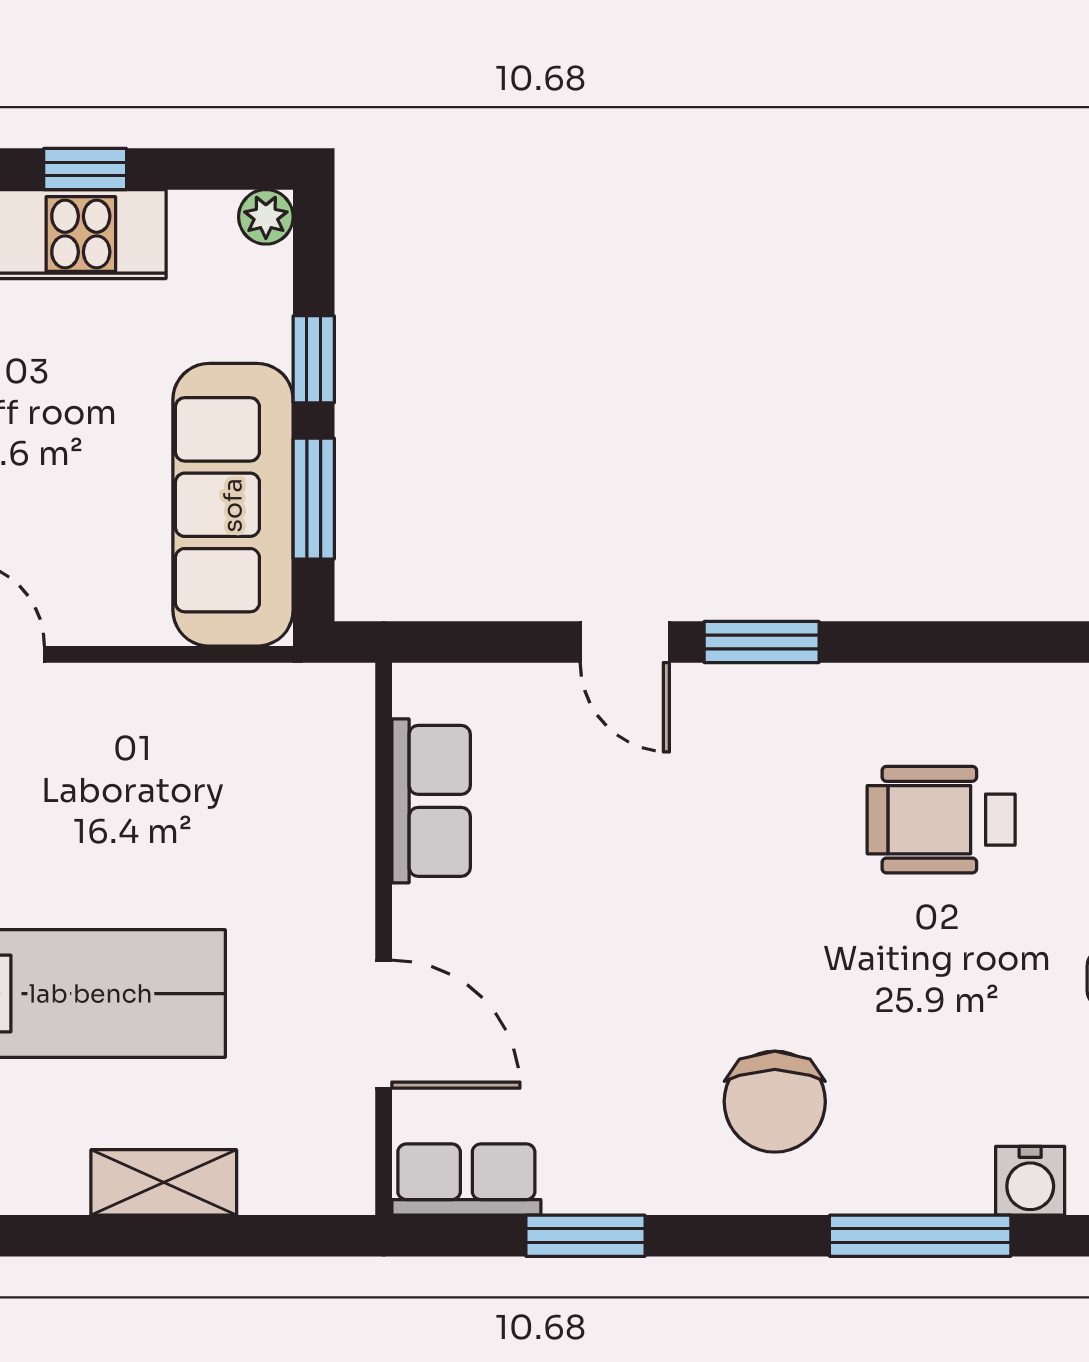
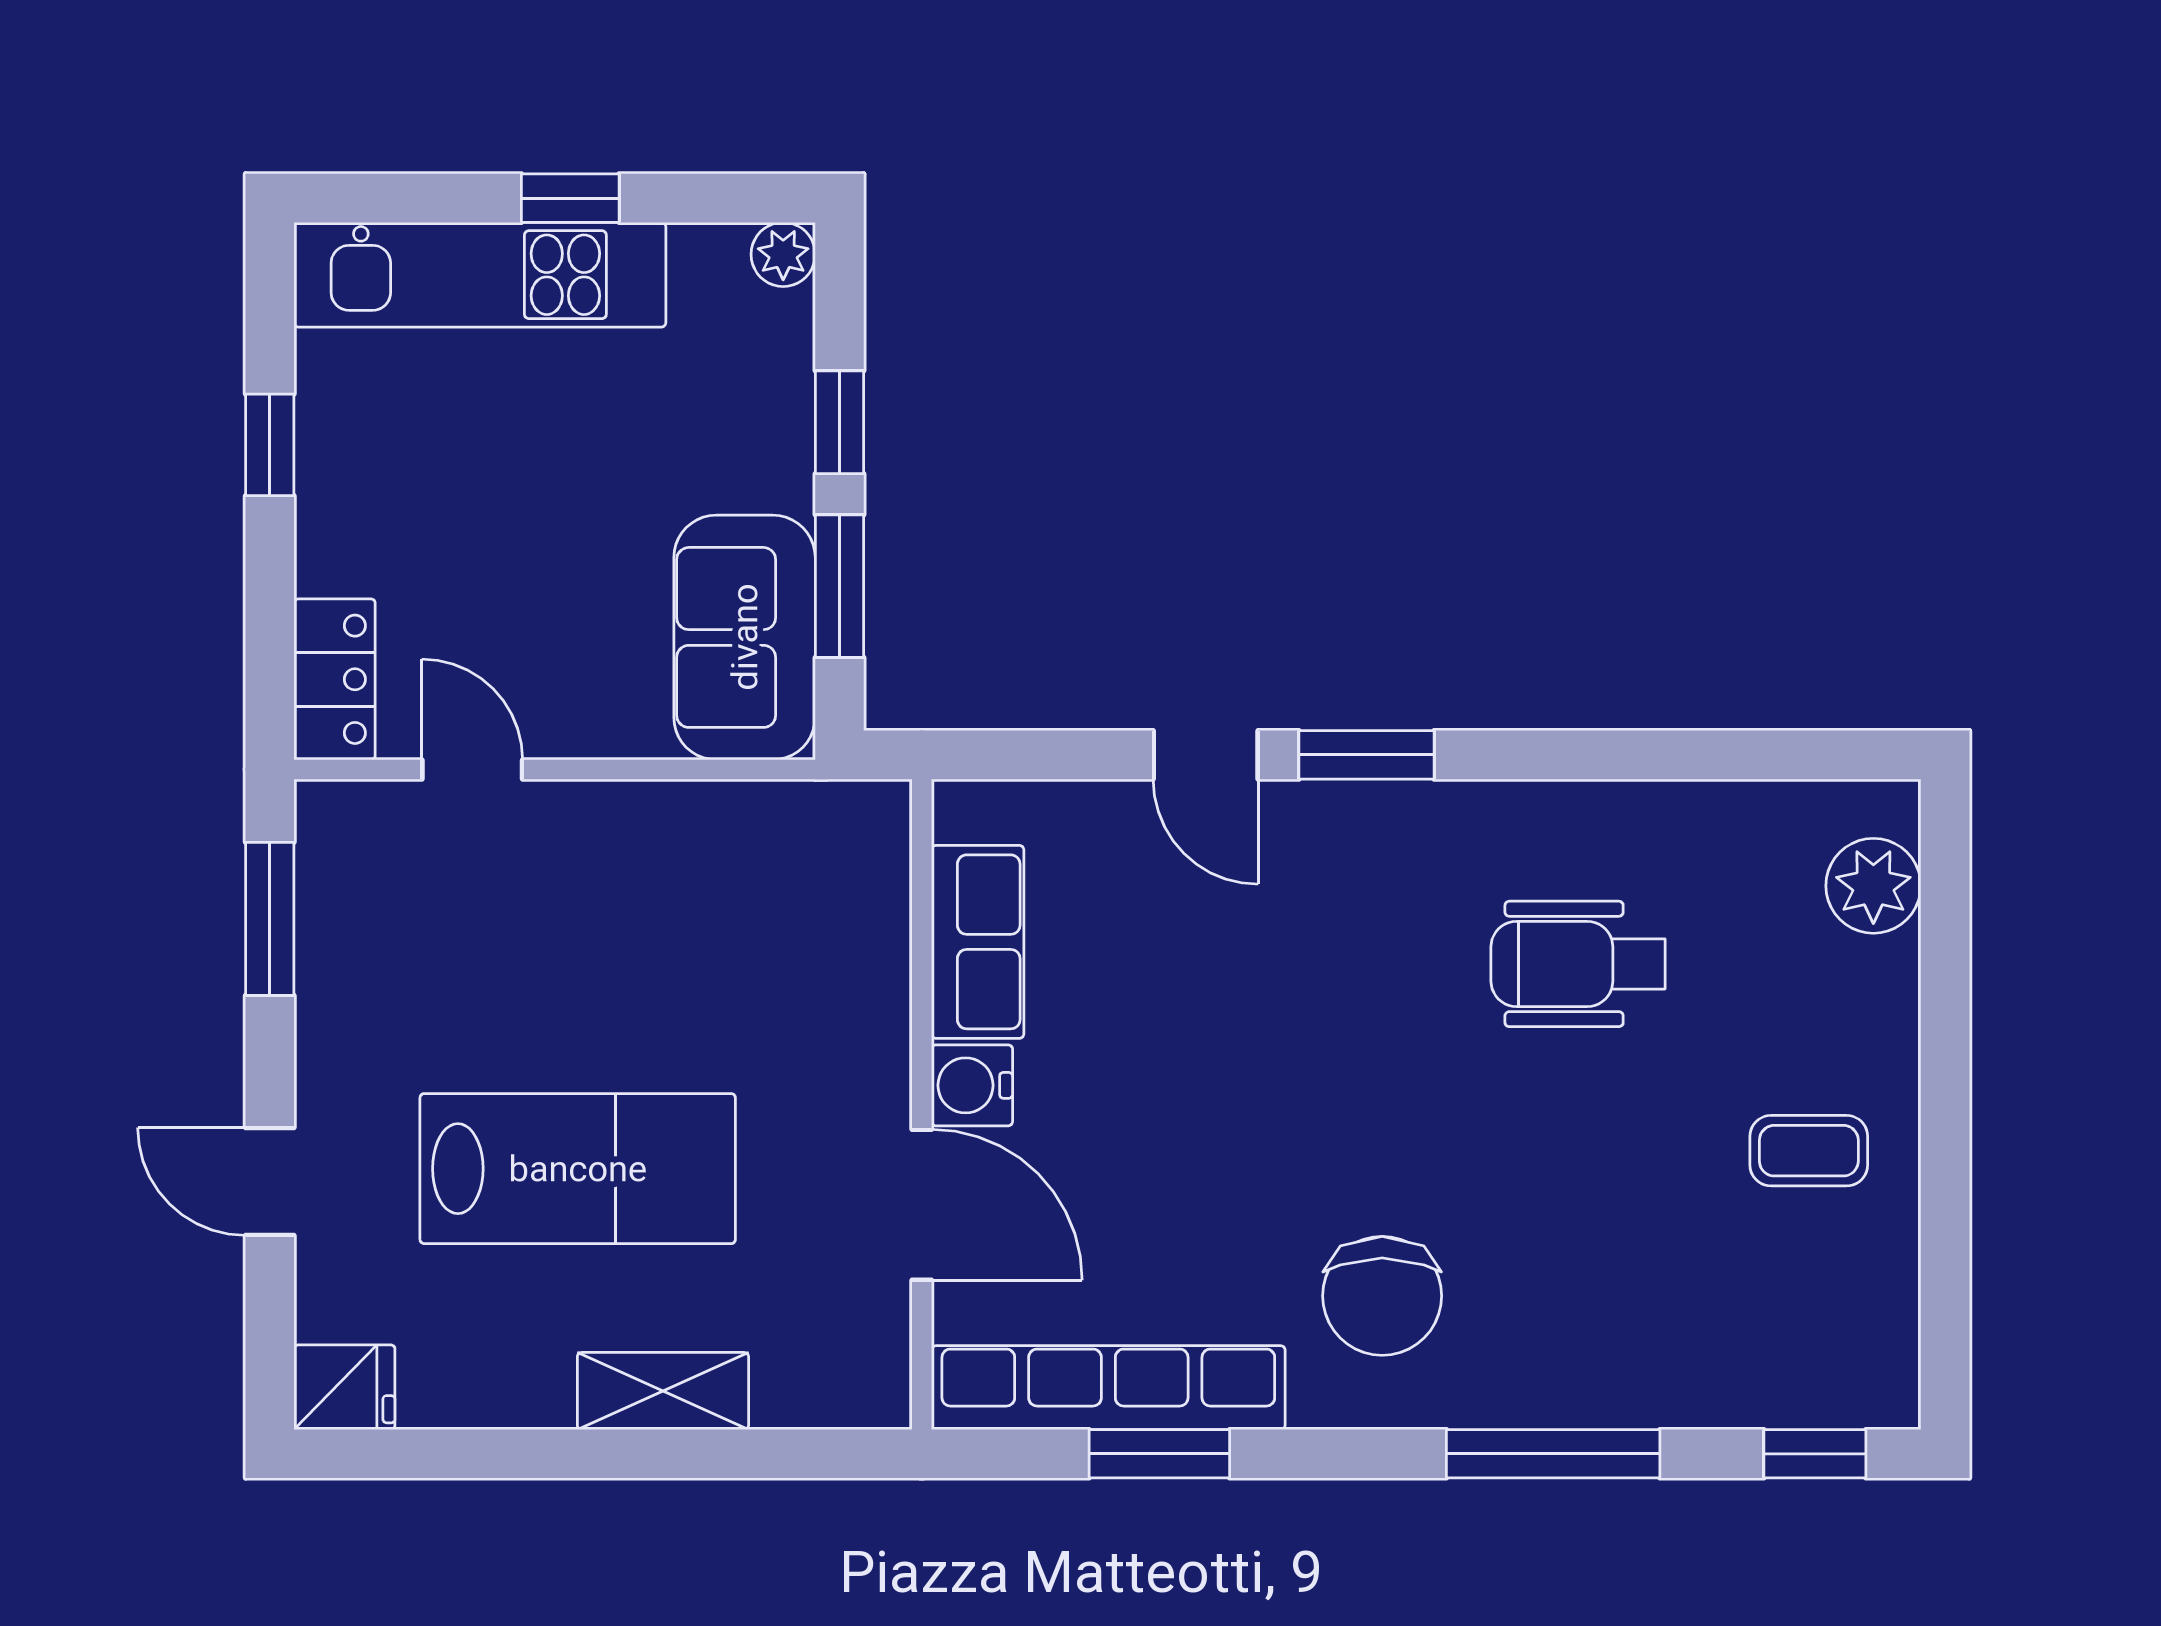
sofa: (233, 505) -> (745, 637), width x0.73
row of seats: (466, 1180) -> (1108, 1388), width x2.02
water cooler: (1030, 1181) -> (972, 1085), moved, turned 90

